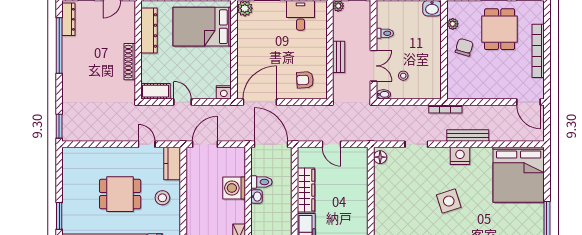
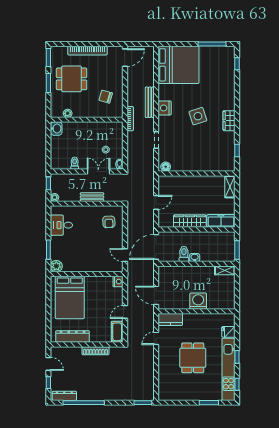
chair: (464, 47) -> (106, 97), moved
door: (260, 102) -> (125, 255), width x0.53
washing machine: (234, 188) -> (198, 301), moved, turned 180
stool: (162, 198) -> (195, 327), removed

